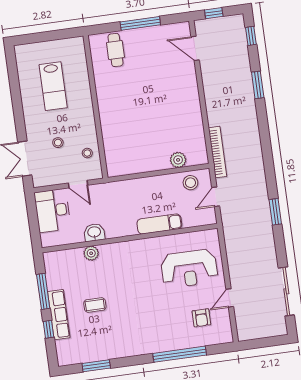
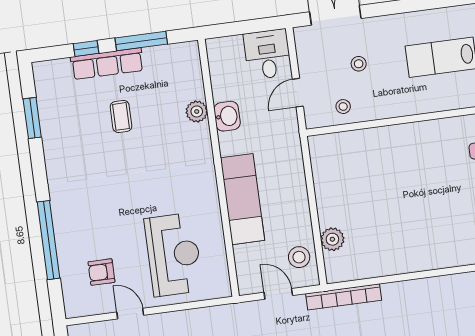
desk: (53, 211) -> (267, 54), width x0.73
exam couch: (159, 224) -> (242, 199), width x1.36, depth x1.45
reception desk: (189, 269) -> (174, 255), turned 180

